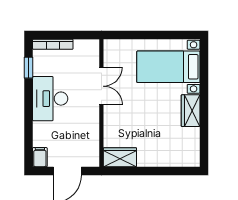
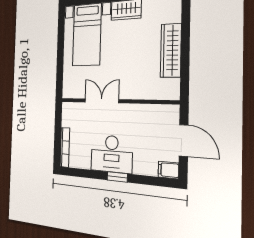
window: (29, 68) -> (117, 177), moved
wardrobe: (120, 157) -> (171, 50), moved, width x1.50

